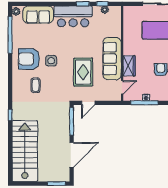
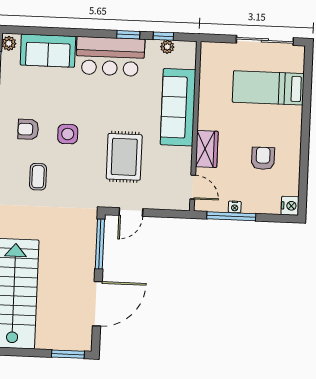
armchair: (29, 59) -> (28, 129), width x0.53, depth x0.53
sofa: (112, 59) -> (178, 107), moved
door: (122, 87) -> (193, 187), hinge flipped

